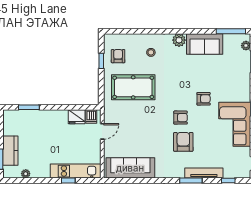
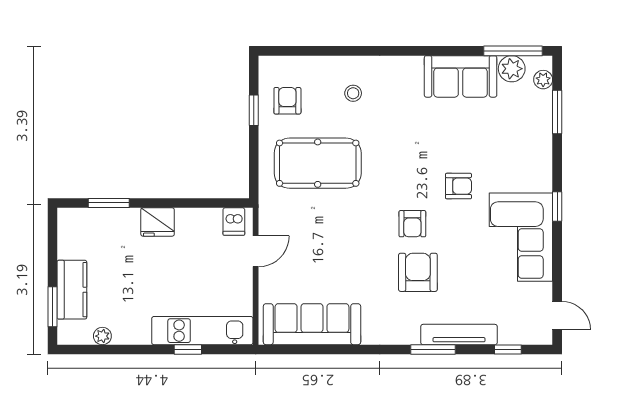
plant: (179, 40) -> (512, 69), moved
fridge: (77, 117) -> (158, 222), moved
armchair: (181, 118) -> (412, 224), turned 90

